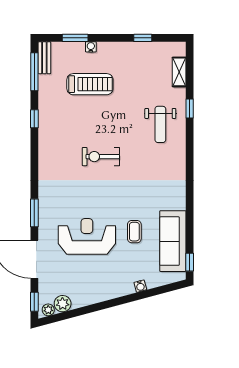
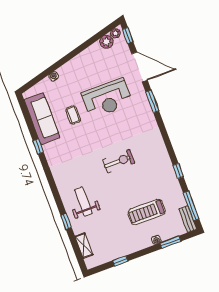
window: (190, 262) -> (38, 147), moved

